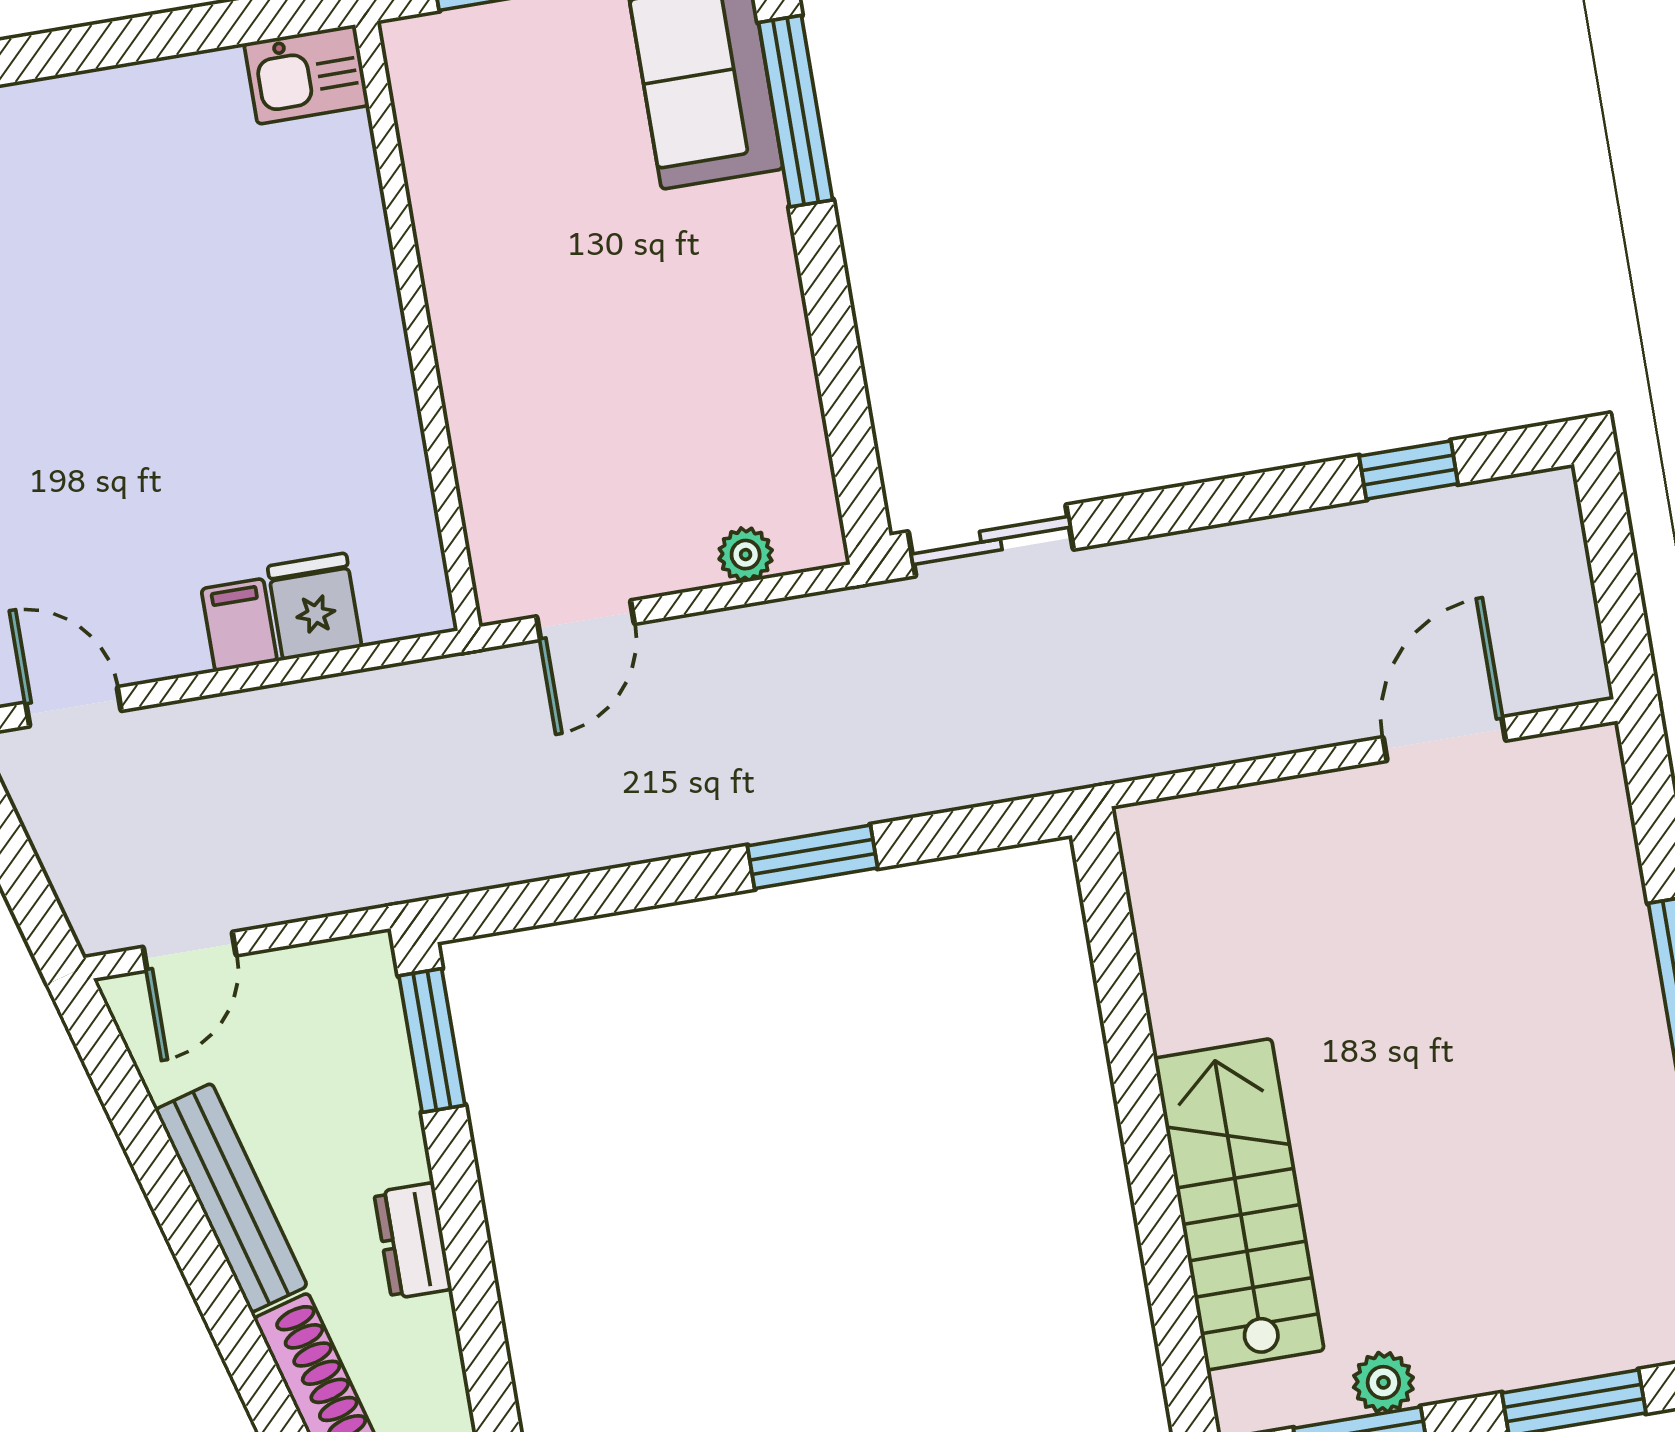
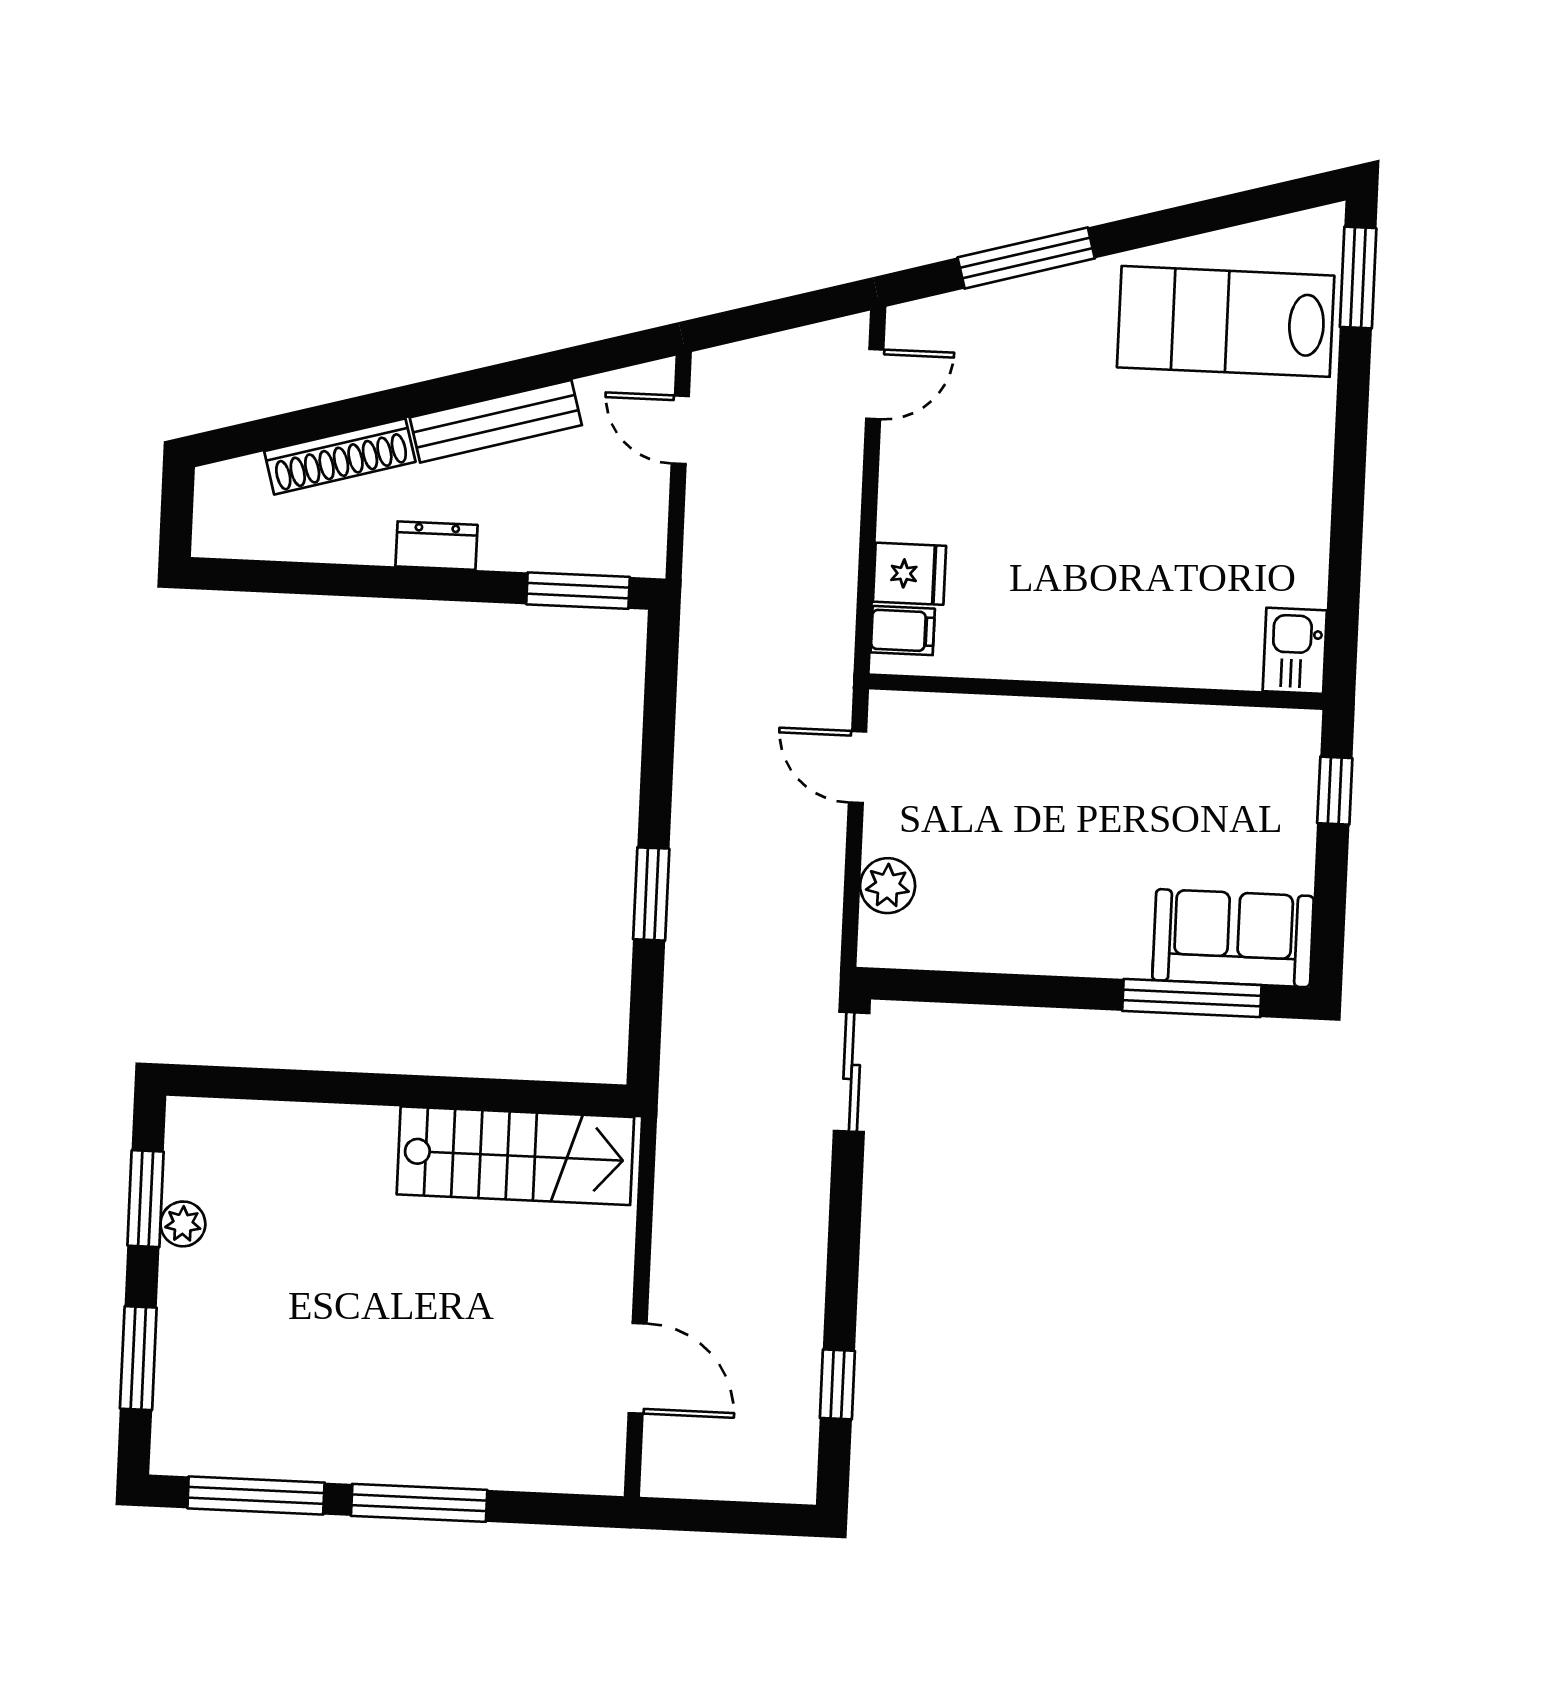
plant: (746, 555) -> (888, 886), width x1.38, depth x1.38
filing cabinet: (239, 625) -> (903, 631), moved
stairs: (1239, 1204) -> (515, 1156), moved

